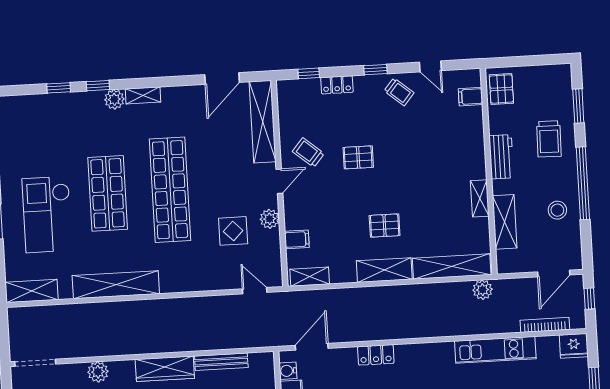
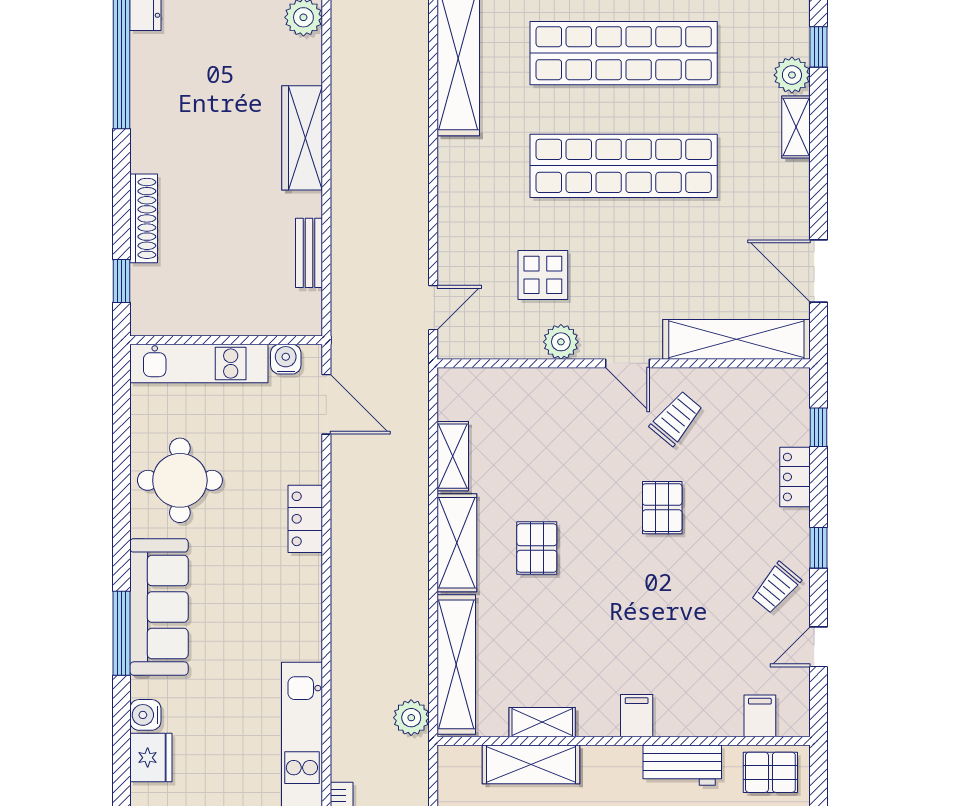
workbench: (501, 157) -> (682, 765), moved
shop shelf: (108, 193) -> (624, 53), width x1.40
shelving: (480, 198) -> (542, 722), moved
filing cabinet: (297, 239) -> (637, 716), moved, turned 180
shelving: (310, 277) -> (453, 456), moved
bench: (221, 362) -> (309, 253), width x0.73

